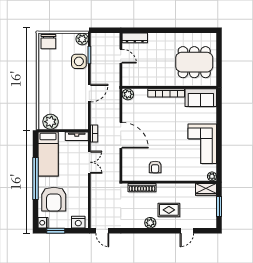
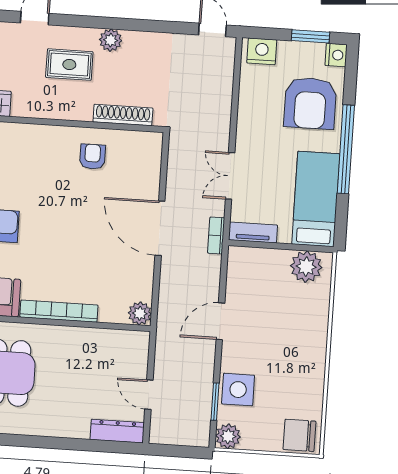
chair: (48, 42) -> (299, 435), turned -90
armchair: (54, 199) -> (310, 103), turned 180

